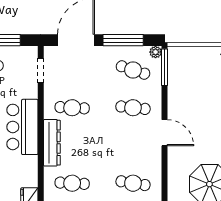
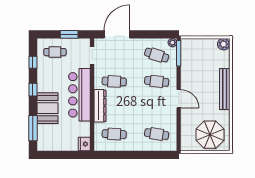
window: (123, 40) -> (150, 34), removed
bar counter: (22, 127) -> (79, 95), width x1.36

